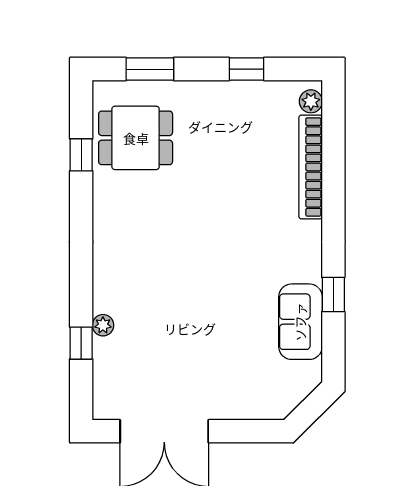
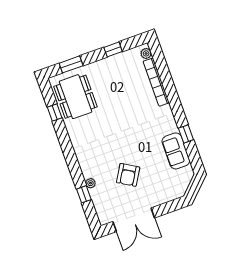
dining table: (136, 138) -> (76, 97), width x1.38
armchair: (186, 336) -> (128, 175), added

